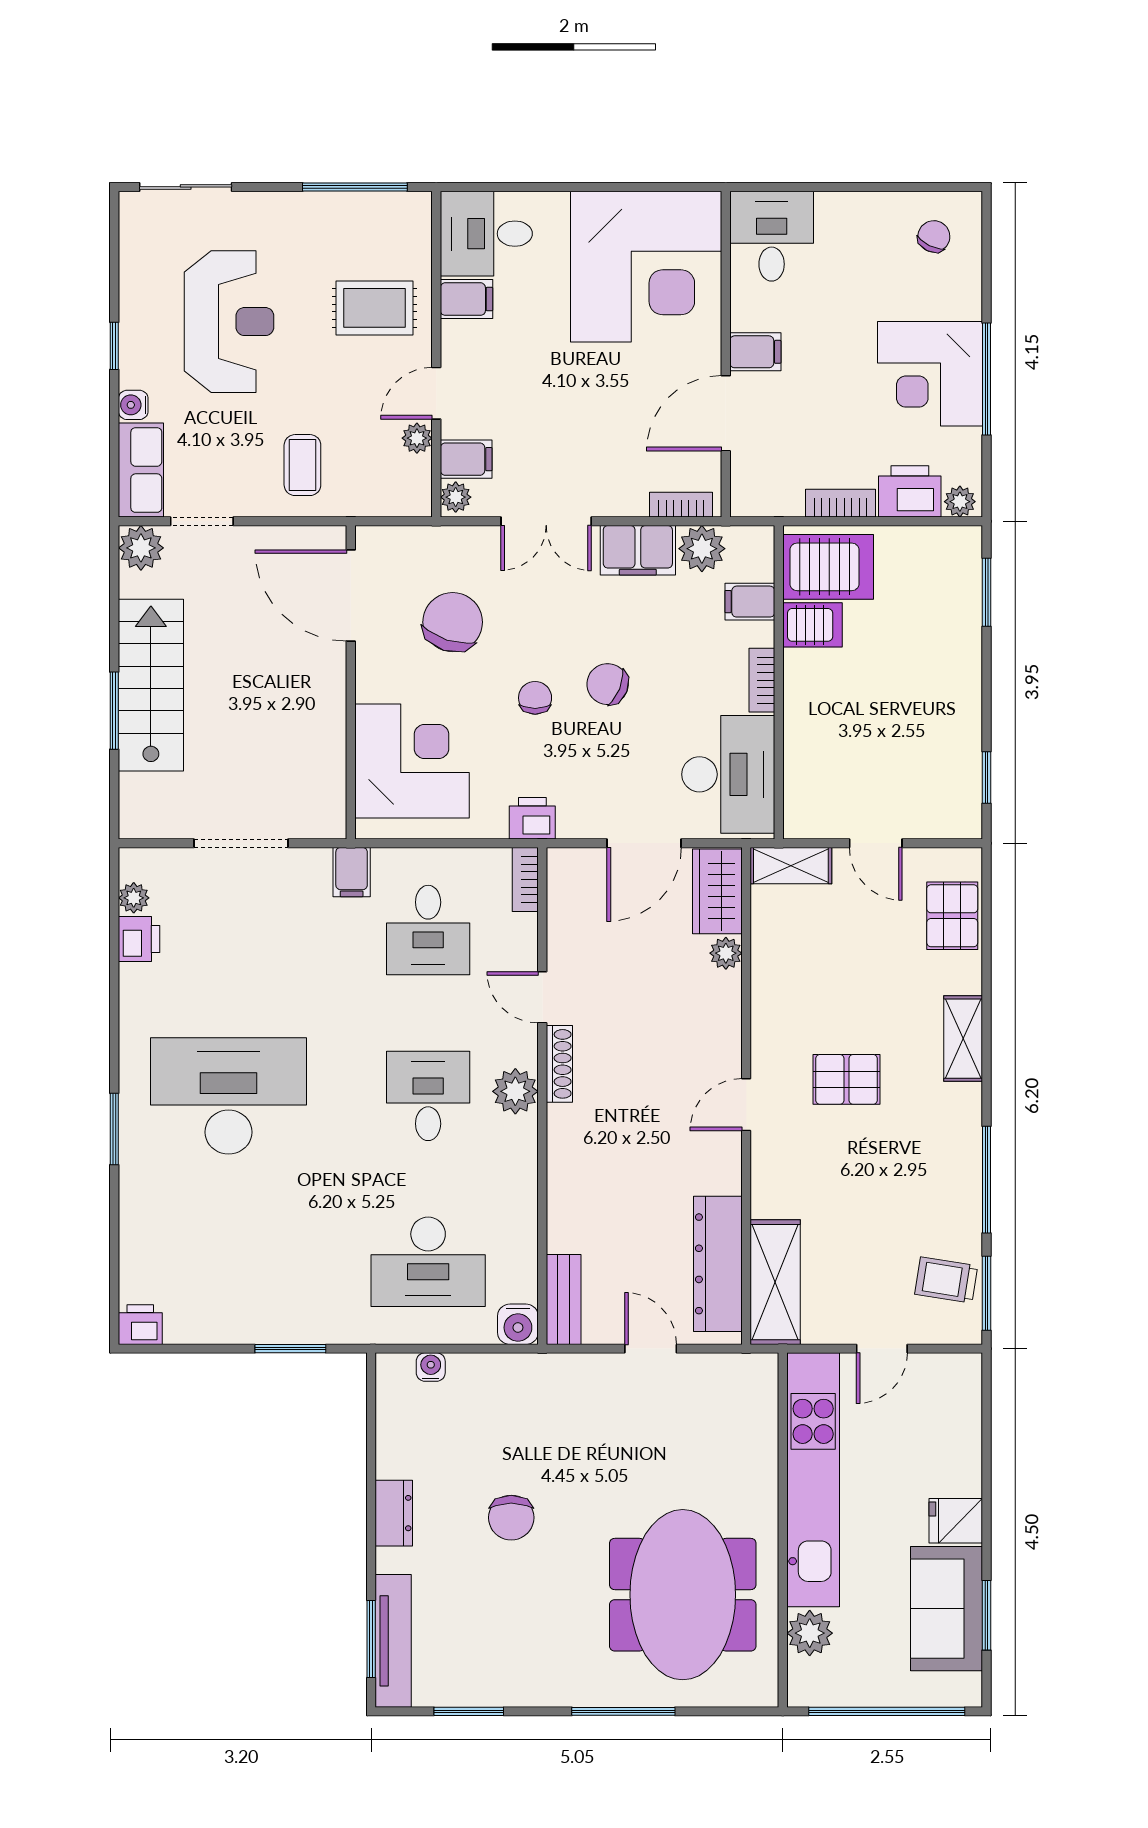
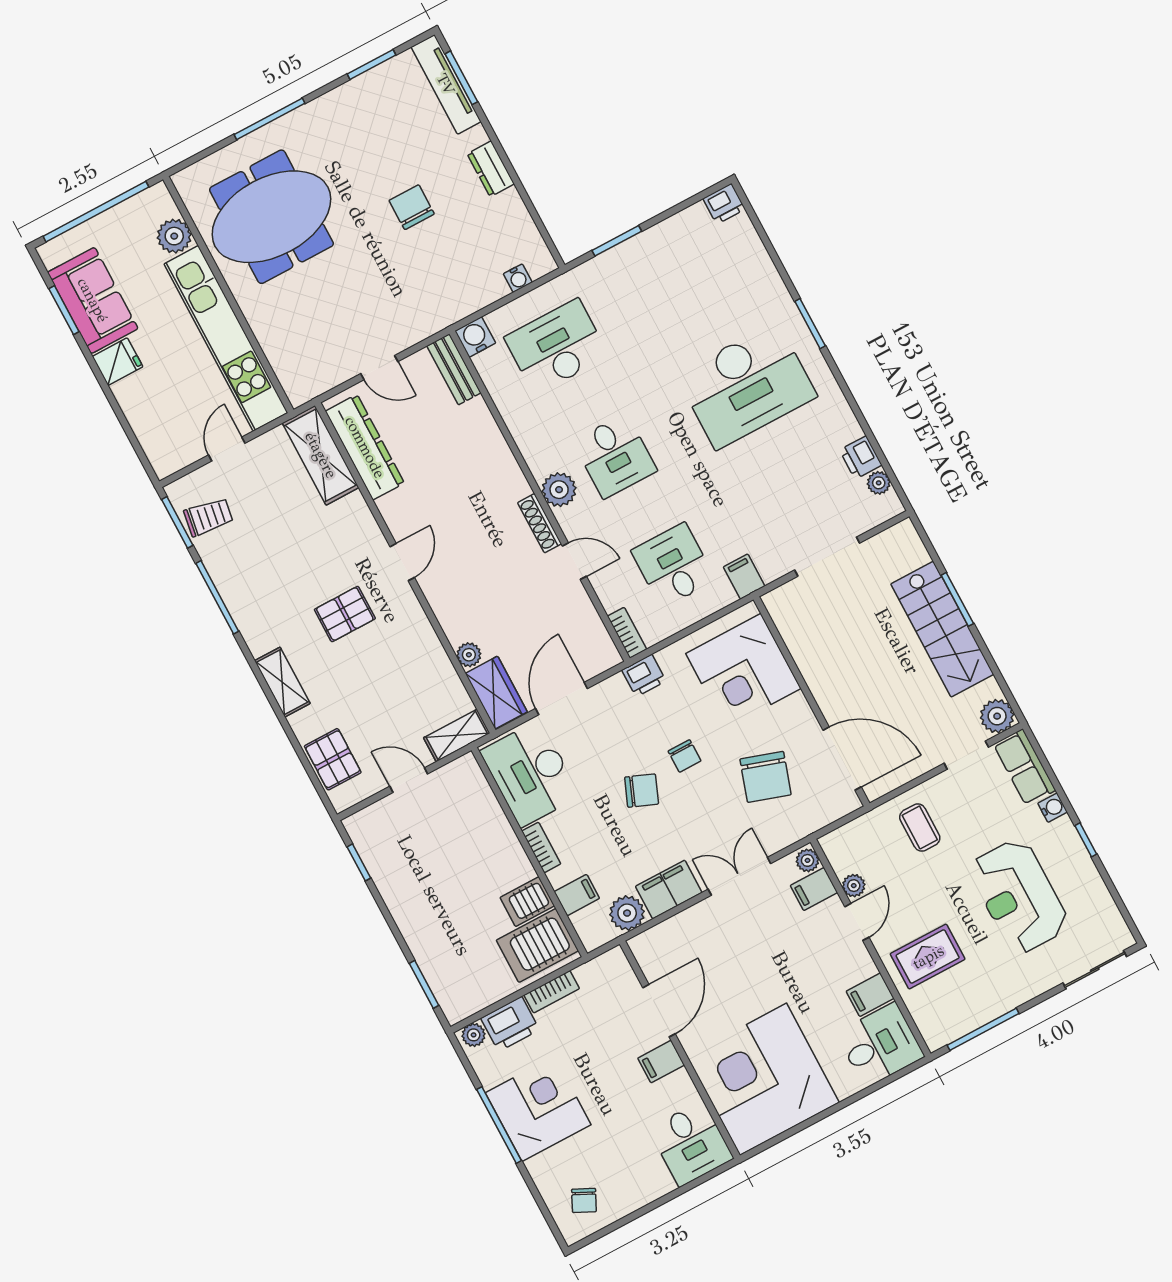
bookcase: (681, 505) -> (656, 935), removed
meeting table: (683, 1595) -> (271, 217), turned 90

